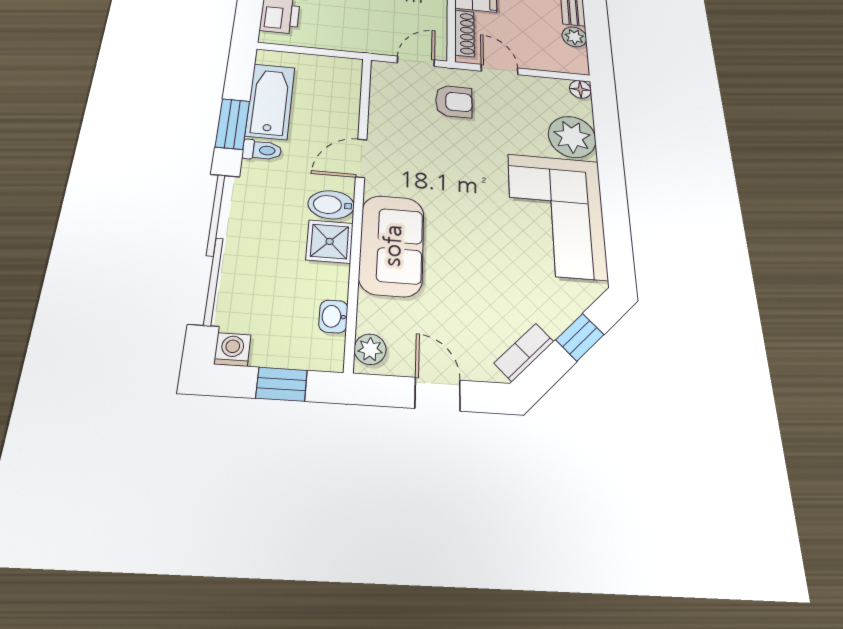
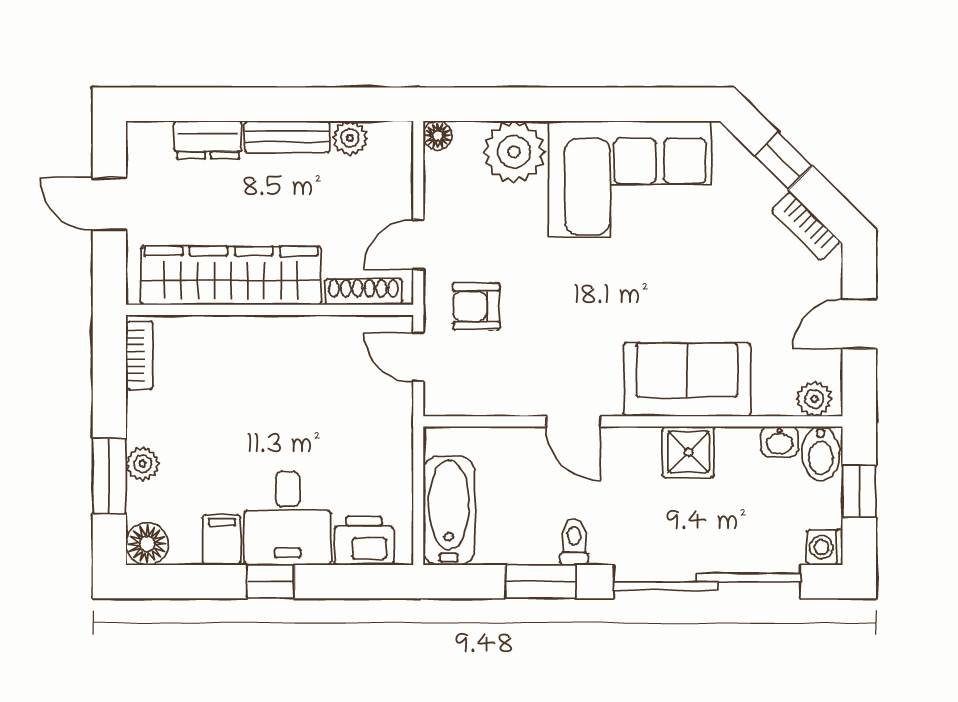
bathtub: (270, 101) -> (449, 511), moved, turned 90
armchair: (454, 102) -> (476, 306), turned -90
bidet: (331, 205) -> (821, 454), moved

